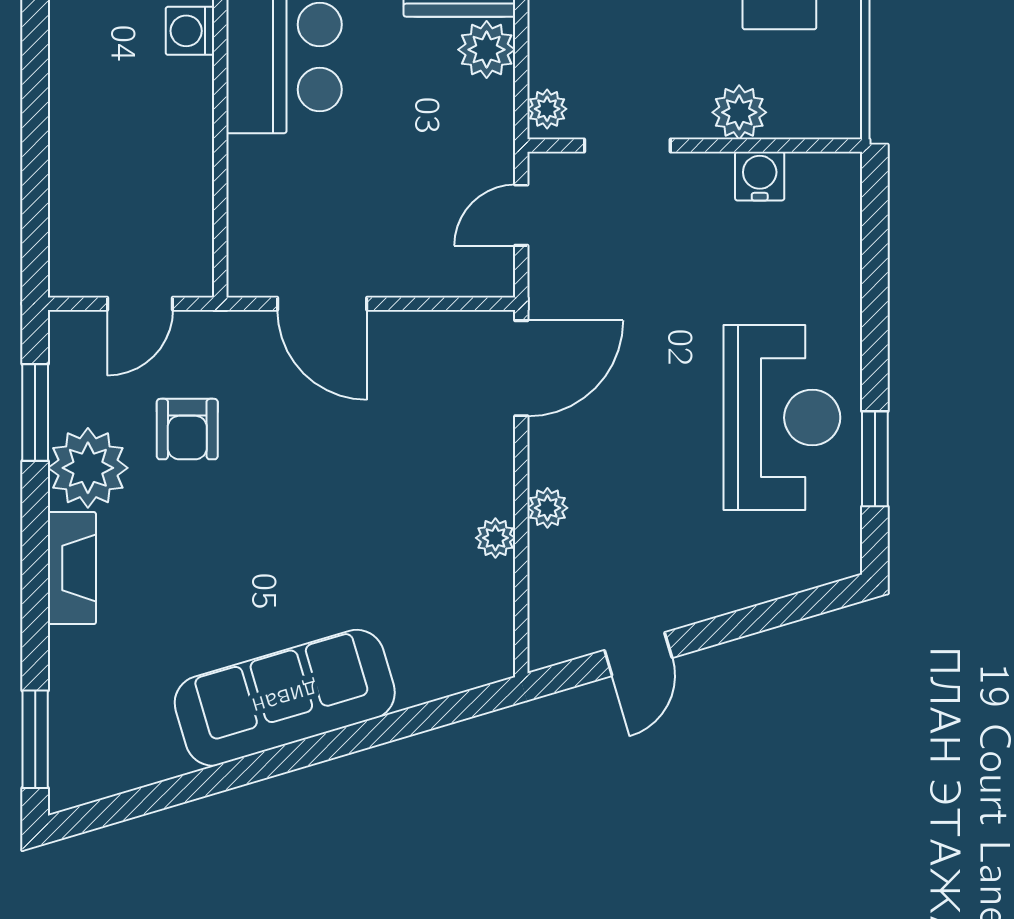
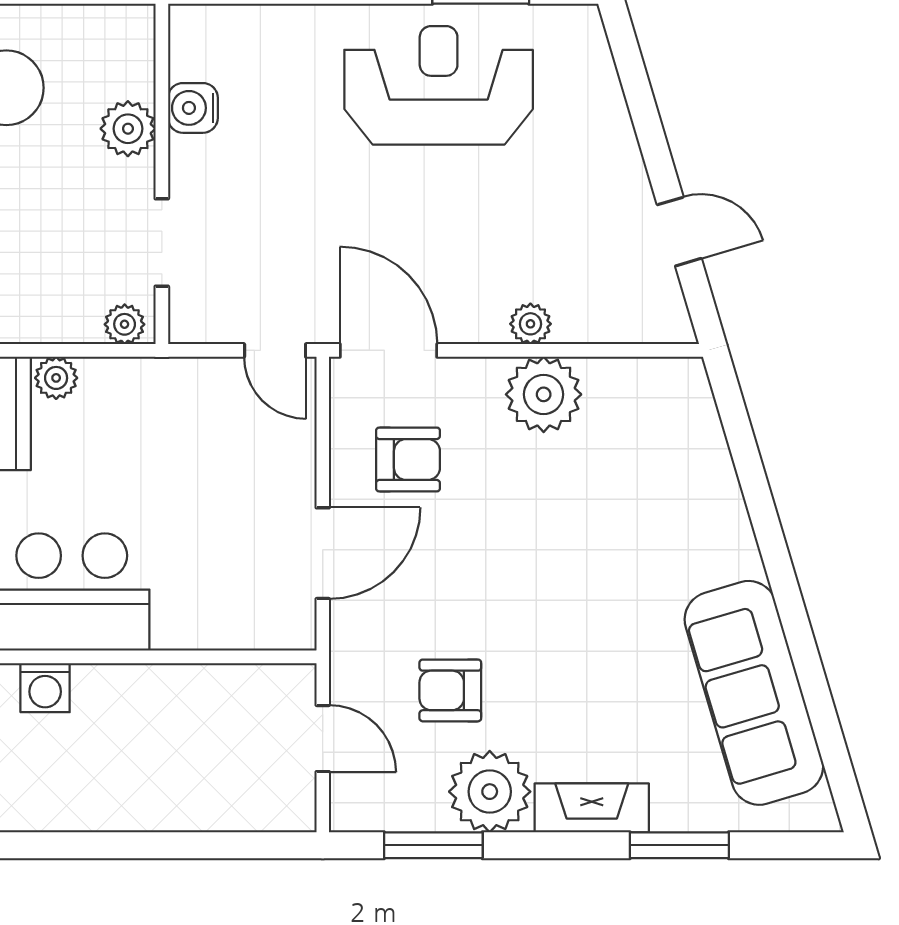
plant: (487, 50) -> (56, 378), width x0.73, depth x0.73
door: (521, 215) -> (275, 350), moved
armchair: (414, 387) -> (408, 460), added
armchair: (187, 429) -> (450, 690), turned 180
plant: (495, 538) -> (544, 394), width x1.88, depth x1.88
sofa: (285, 698) -> (754, 693), moved
window: (35, 739) -> (679, 845), moved

